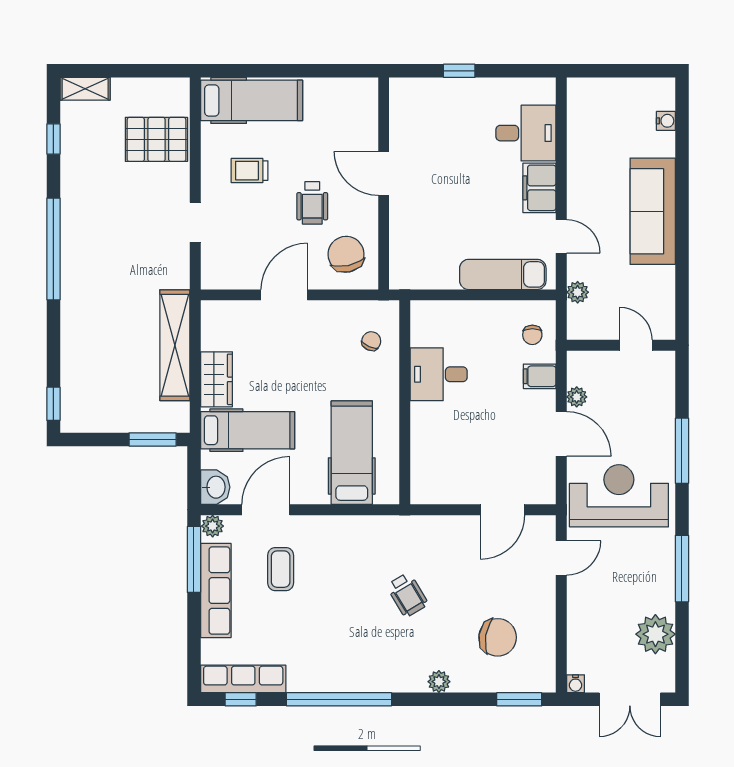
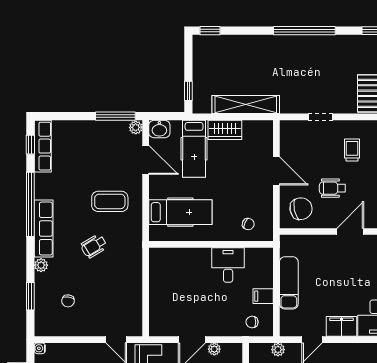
exam couch: (503, 274) -> (289, 283), moved
filing cabinet: (540, 376) -> (263, 296), moved, turned -90
window: (153, 439) -> (188, 91), width x0.67
door: (503, 510) -> (146, 304), removed
coffee table: (281, 569) -> (110, 201), moved, width x1.36, depth x1.30
row of seats: (216, 591) -> (44, 229), moved, turned -90
chair: (498, 637) -> (68, 301), width x0.54, depth x0.54
window: (519, 699) -> (30, 296), moved

